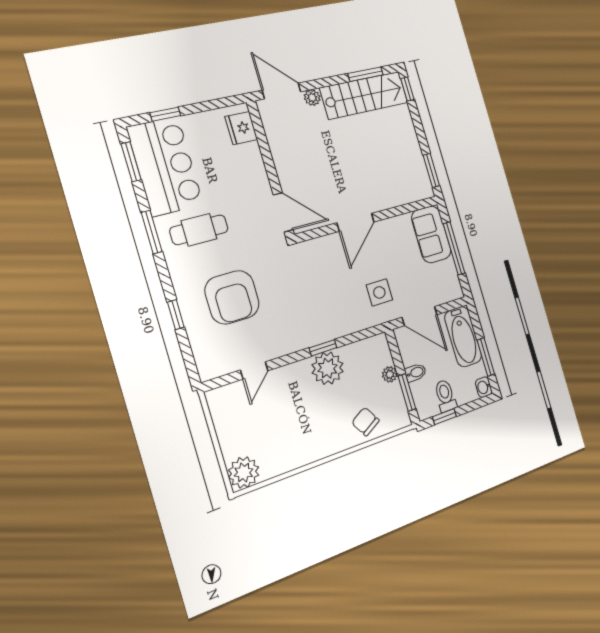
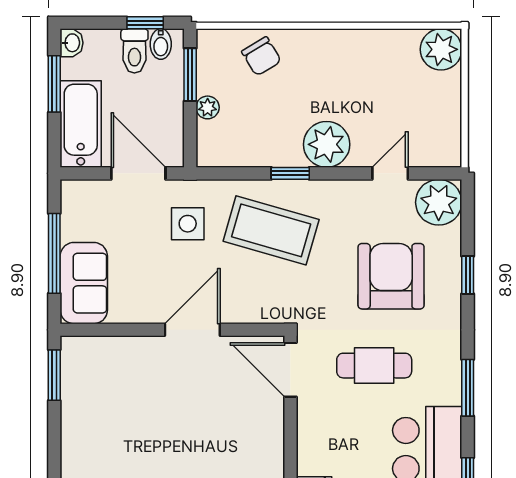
cafe table: (199, 230) -> (374, 366), moved
coffee table: (324, 305) -> (271, 230), added
plant: (213, 361) -> (439, 202), added
plant: (328, 368) -> (327, 144), moved
bidet: (416, 373) -> (161, 44), moved, turned -90

